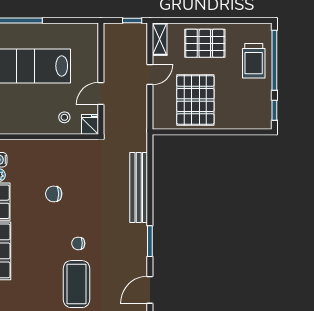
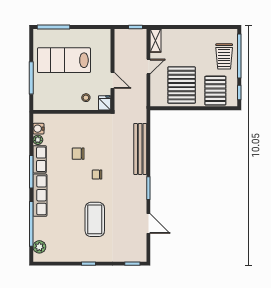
pallet: (205, 43) -> (215, 91), moved, turned 90
door: (101, 94) -> (113, 80), swing flipped
chair: (78, 243) -> (97, 175), moved
door: (150, 290) -> (148, 224), swing flipped

